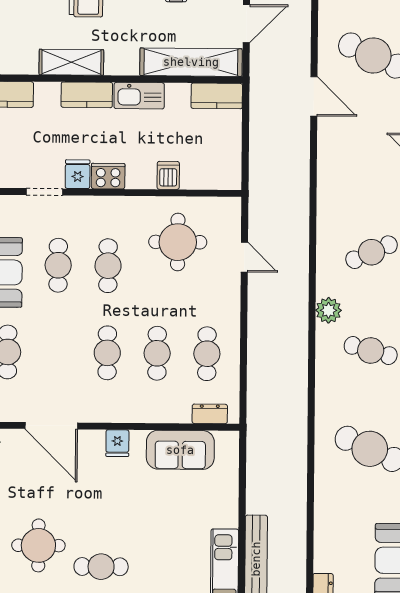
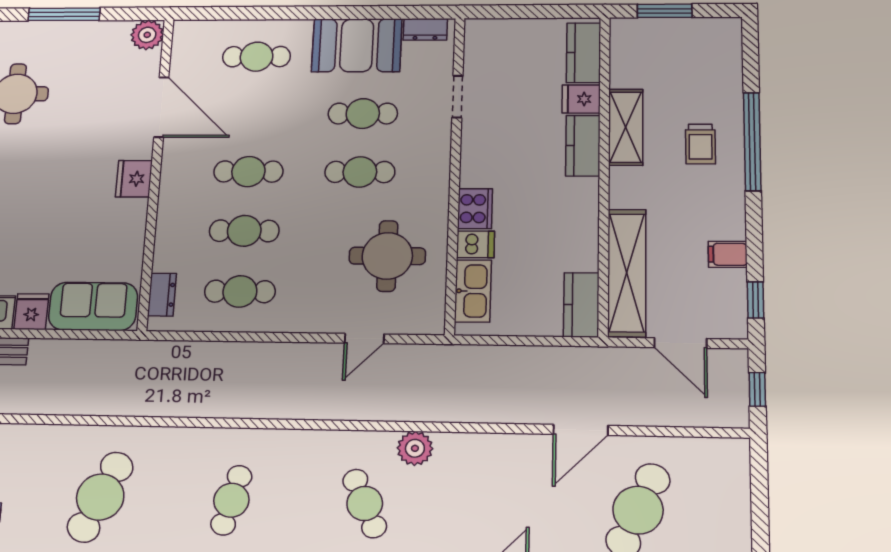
kitchen sink: (139, 96) -> (473, 291), moved, turned 180
fridge: (78, 174) -> (581, 99), moved, turned 180
cooker: (108, 176) -> (475, 209), moved
plant: (329, 310) -> (415, 448), moved
door: (51, 426) -> (161, 107), swing flipped
fridge: (117, 443) -> (134, 179), width x1.38
sofa: (180, 450) -> (93, 306), moved, turned 90
fridge: (224, 515) -> (31, 312), added

